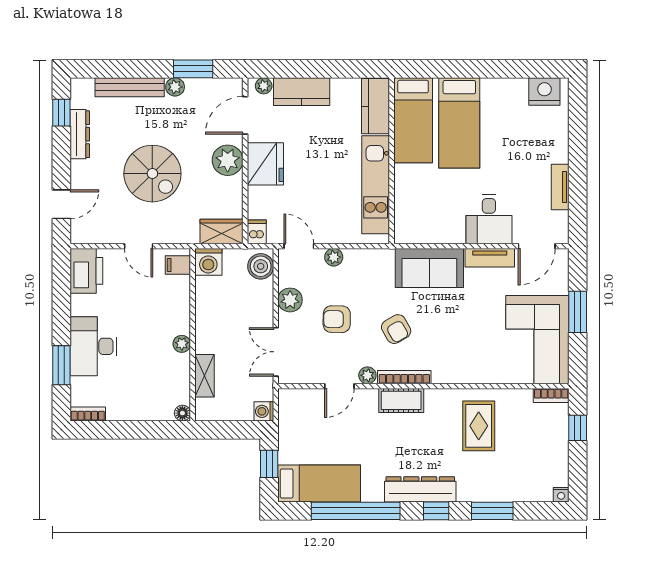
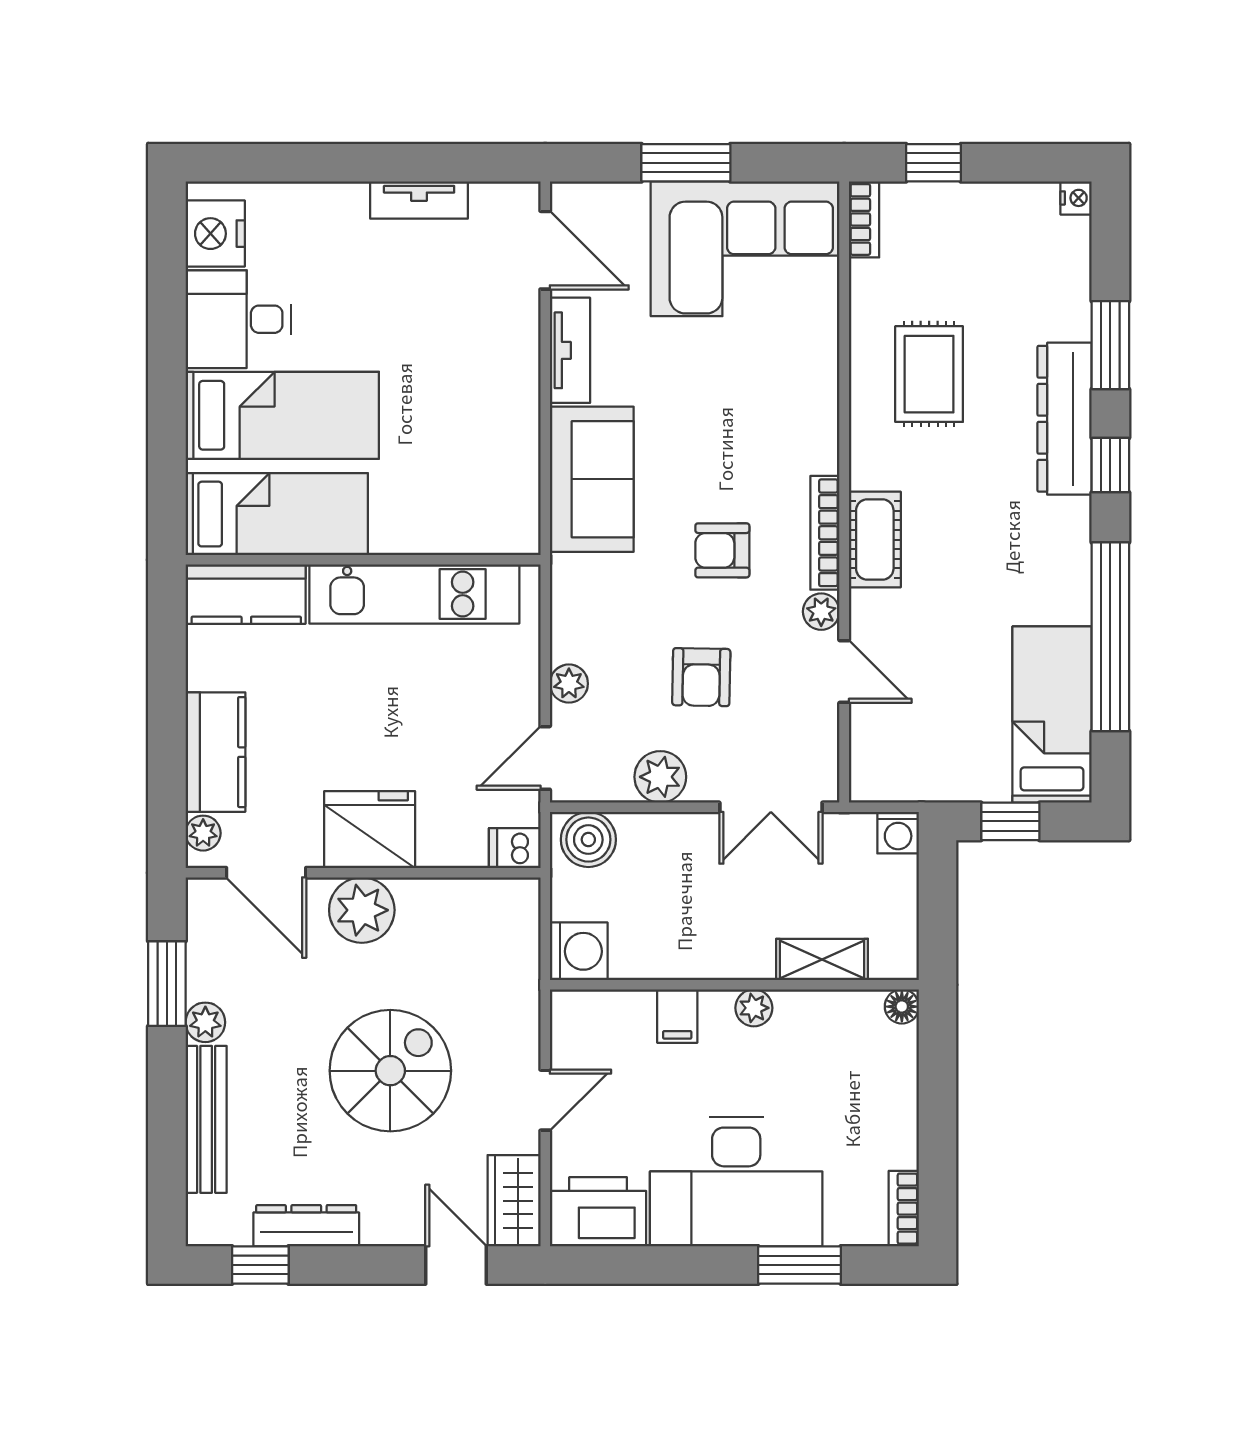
desk: (489, 219) -> (238, 319), moved, turned 180
wardrobe: (222, 231) -> (514, 1201), moved
filing cabinet: (178, 265) -> (677, 1016), moved
armchair: (396, 329) -> (722, 550), turned -150
desk: (93, 346) -> (736, 1182), width x1.36, depth x1.30
rug: (479, 426) -> (929, 374), turned 90
dresser: (420, 489) -> (1065, 419), moved

